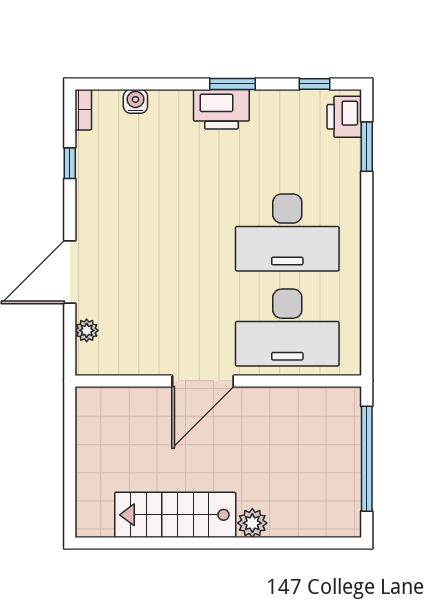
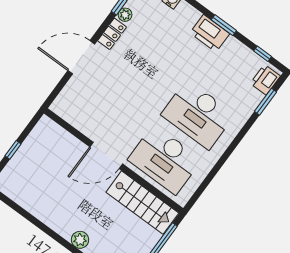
locker: (88, 209) -> (112, 34), added
plant: (87, 330) -> (125, 15), moved
window: (70, 468) -> (13, 150), added
stairs: (175, 515) -> (142, 203), moved, turned 180

